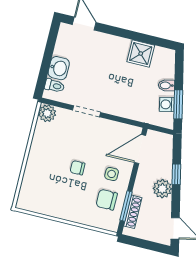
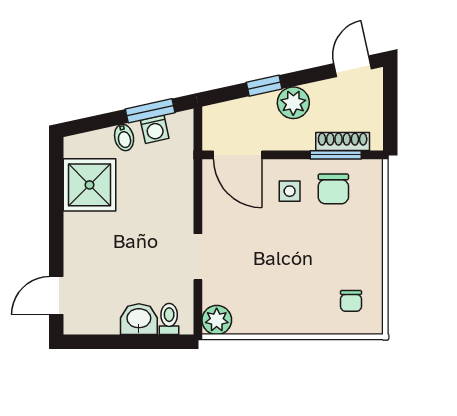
shower: (141, 54) -> (90, 185), width x1.36, depth x1.36
chair: (78, 168) -> (351, 301), moved

